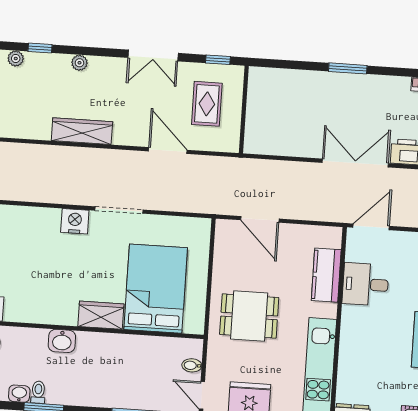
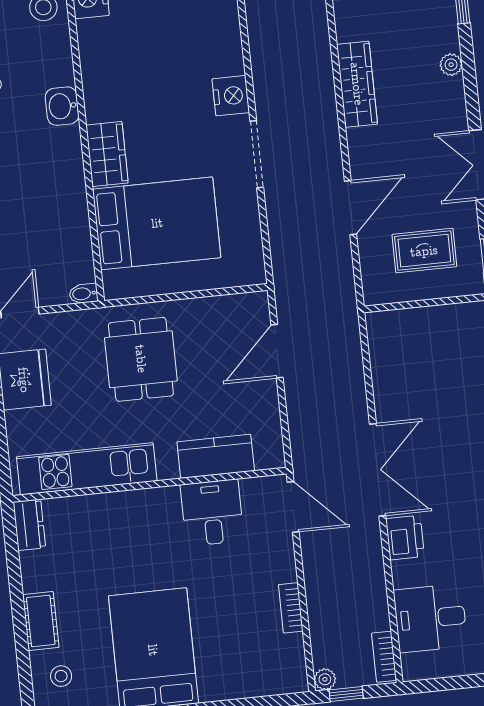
bidet: (192, 365) -> (83, 294), moved, turned -90

